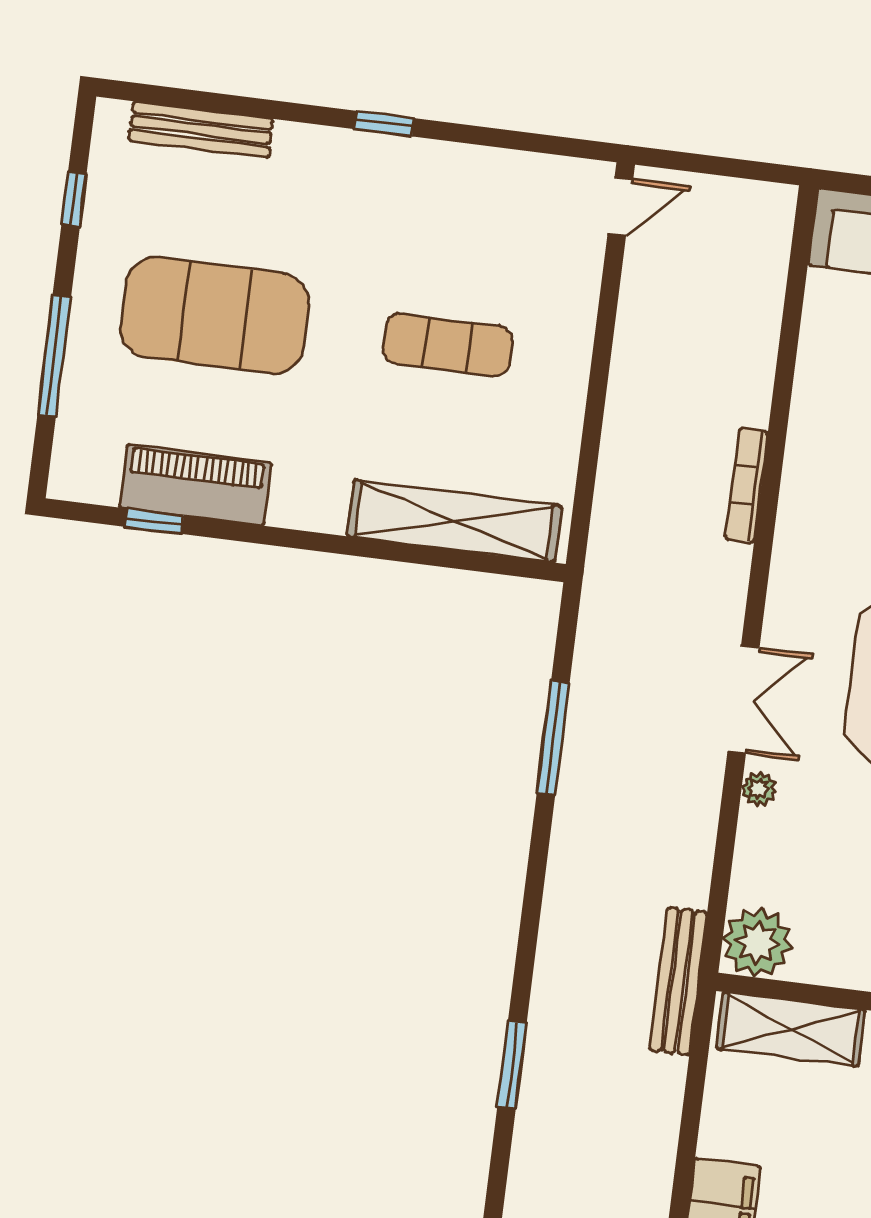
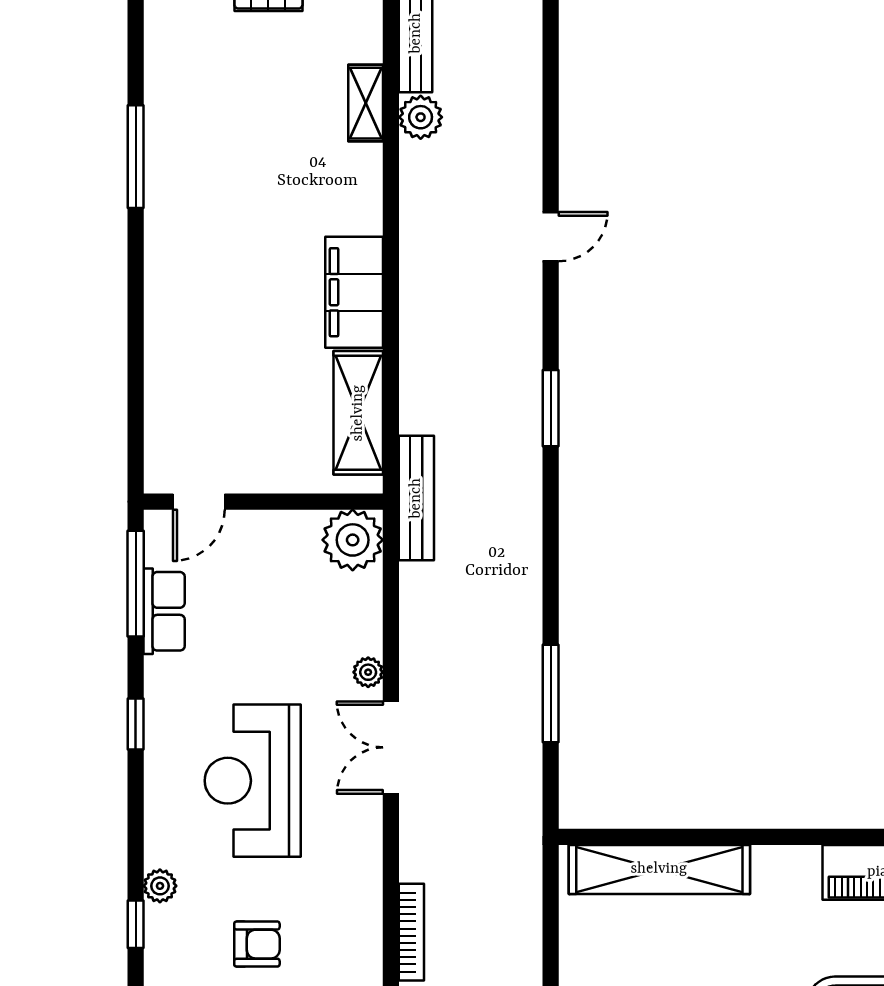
shelving: (791, 1029) -> (358, 413), moved, turned 90

